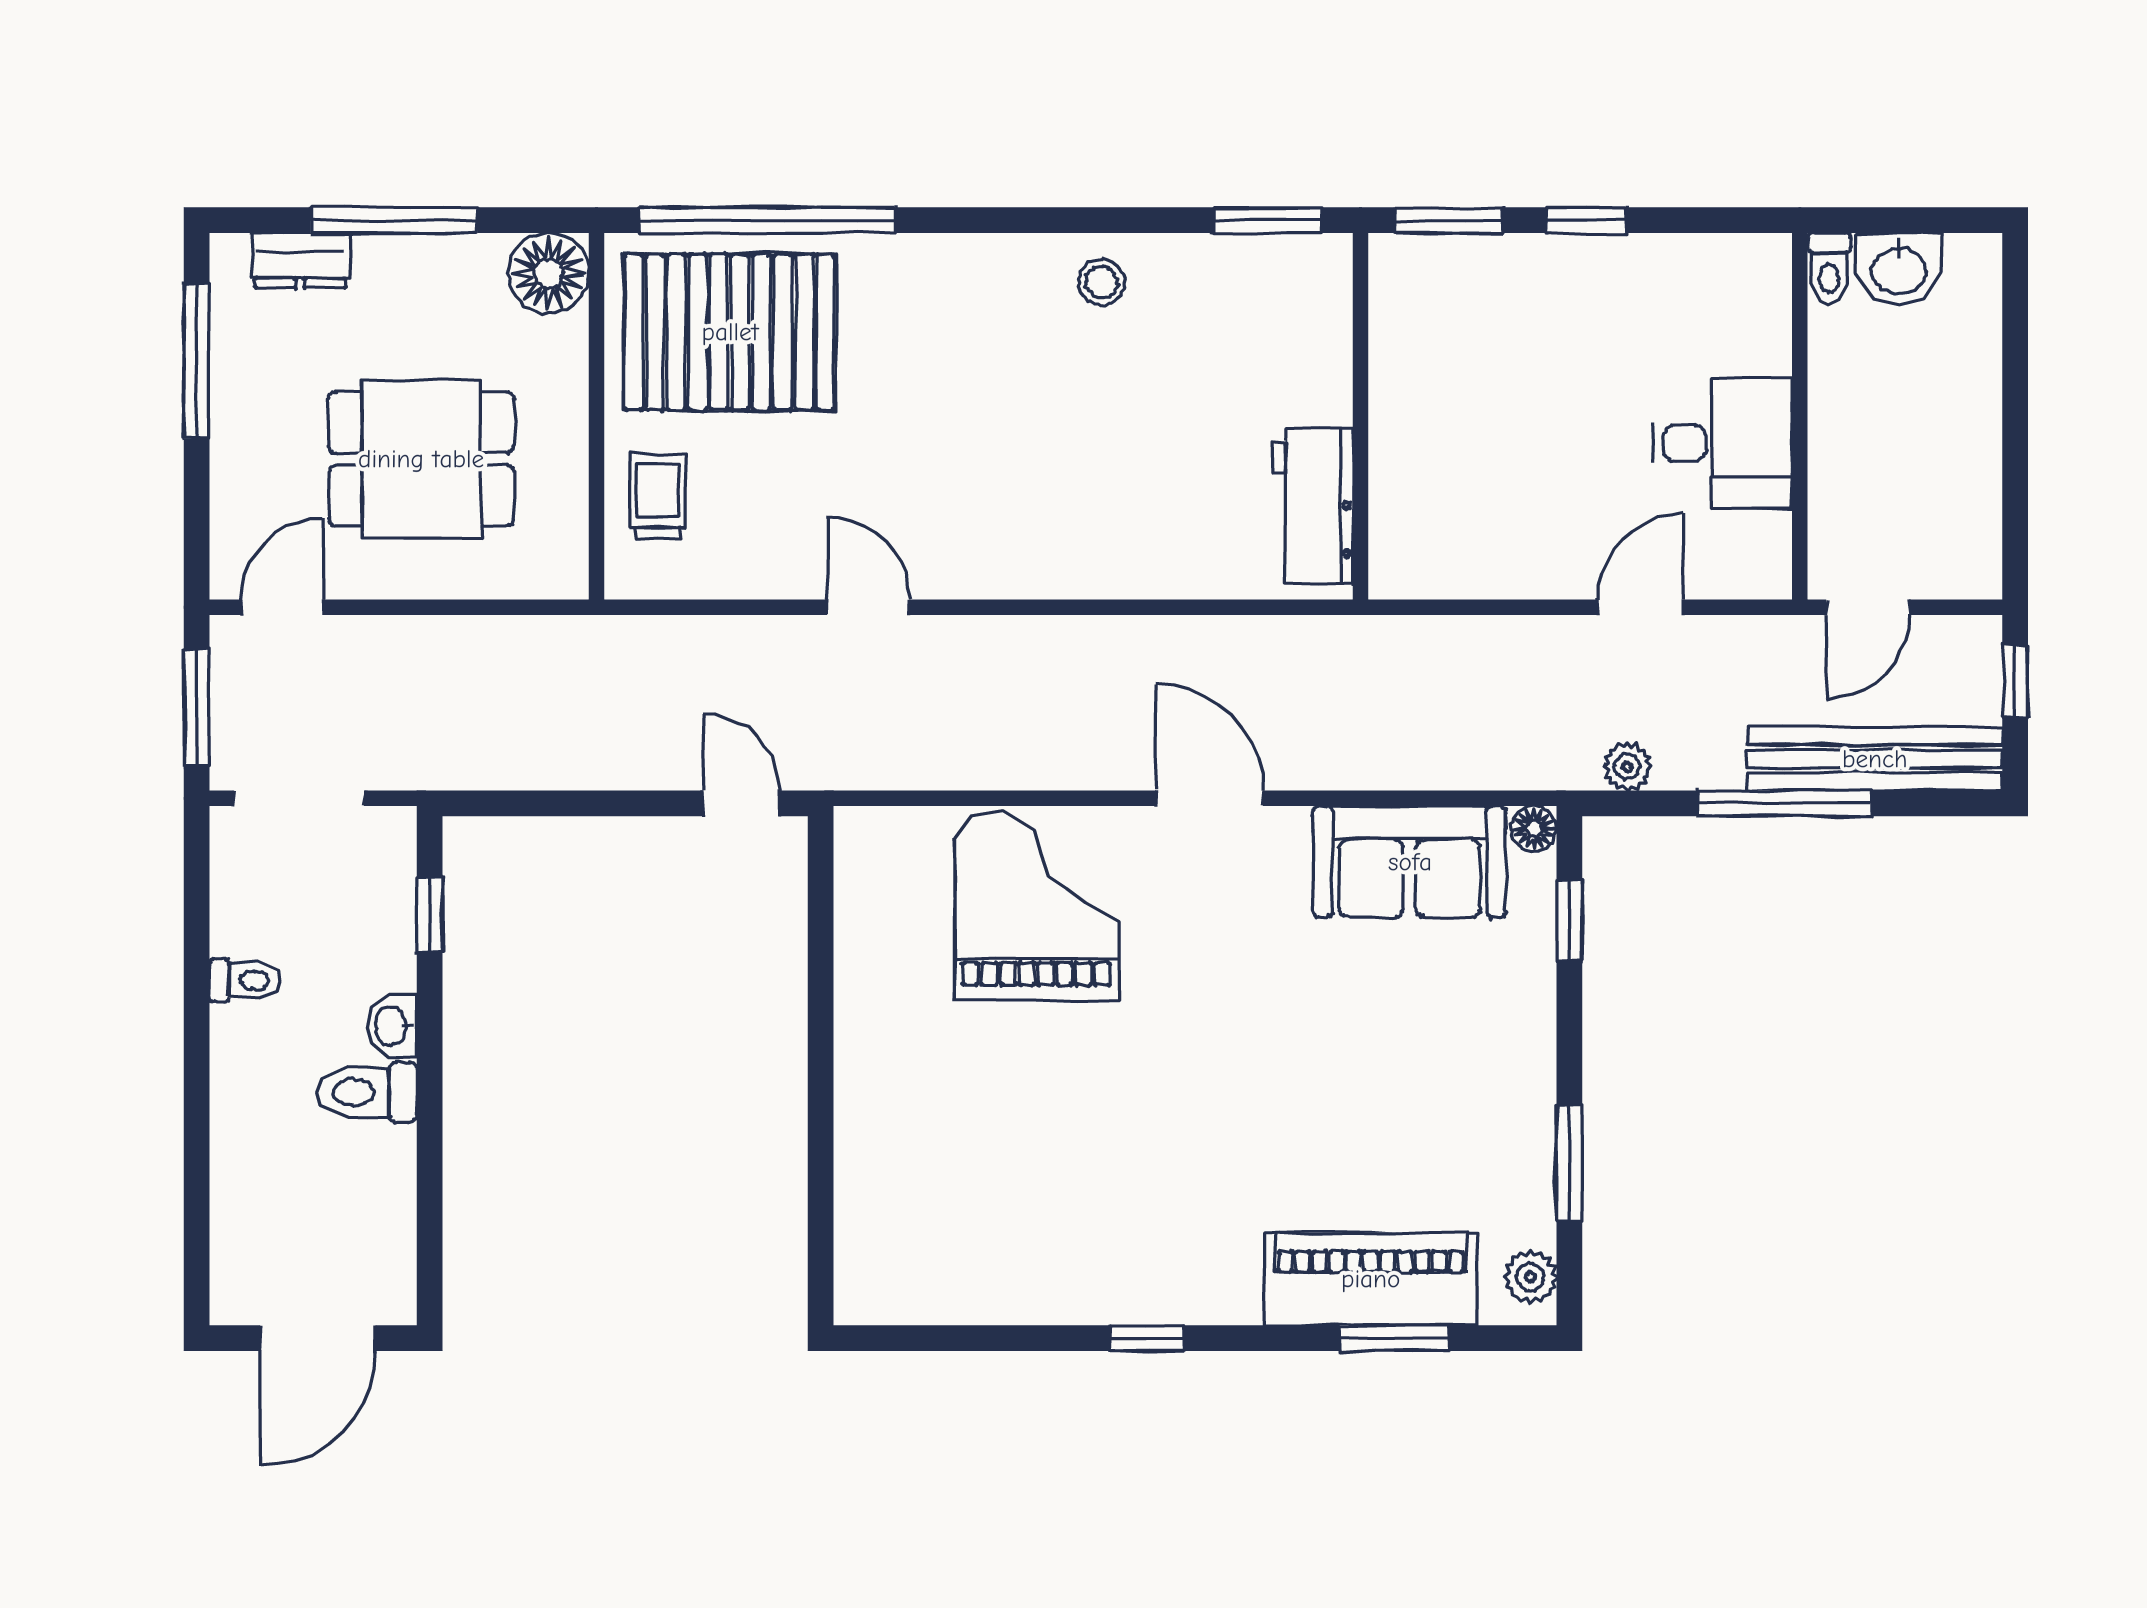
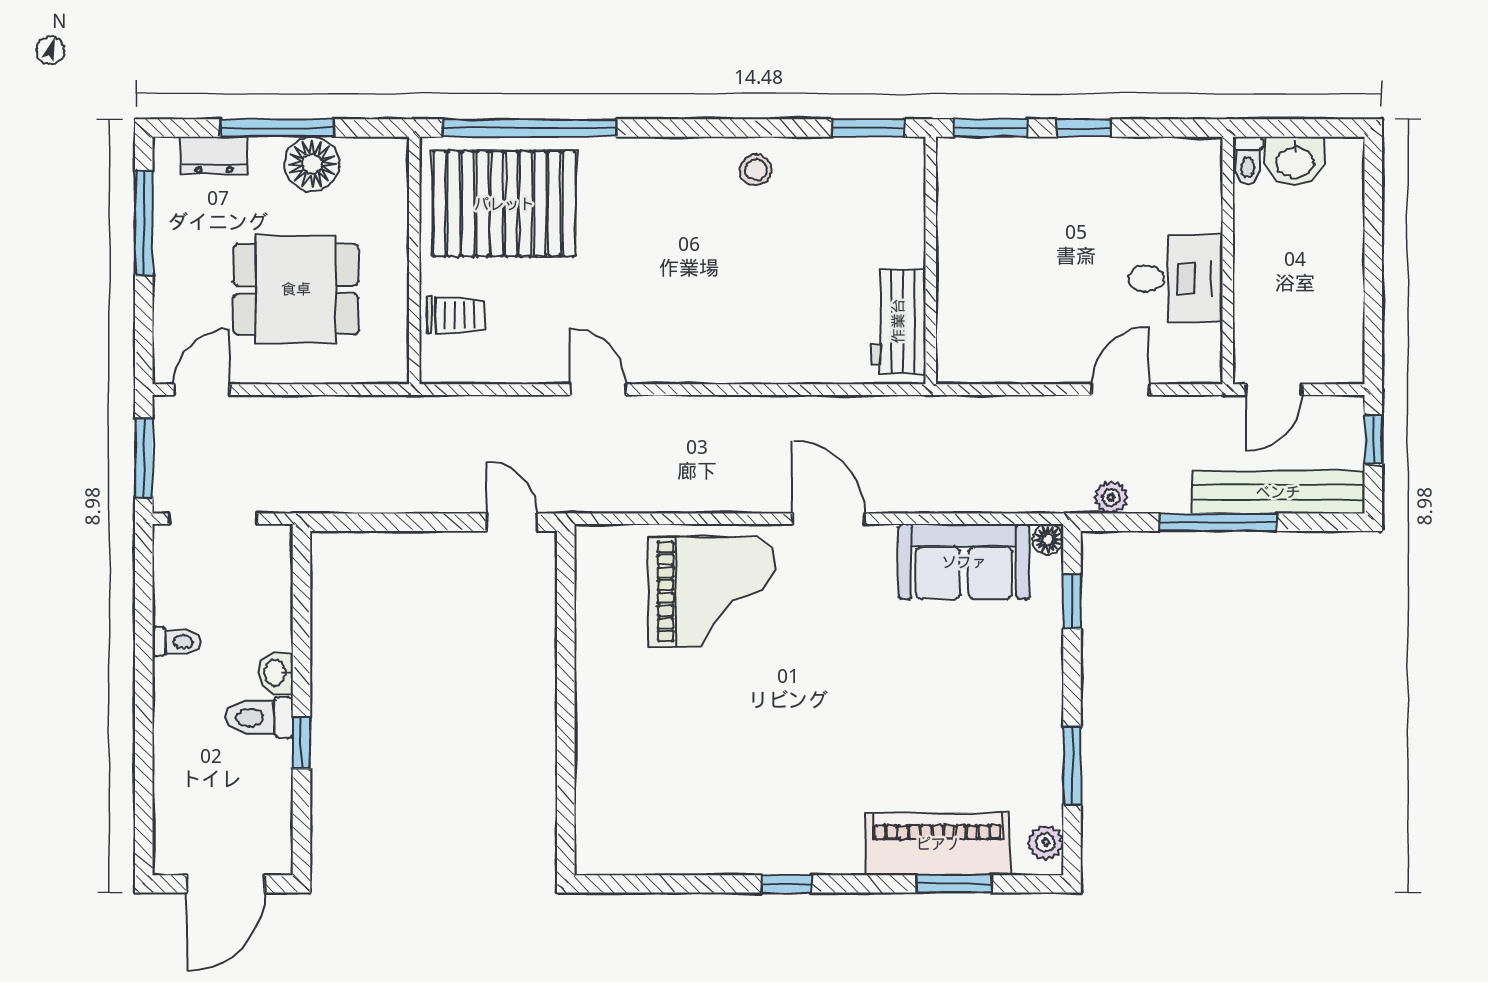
floor lamp: (548, 273) -> (312, 164), moved
trolley: (658, 497) -> (456, 315), turned 90
grand piano: (1036, 906) -> (712, 592), turned 90
window: (430, 914) -> (301, 743), moved

